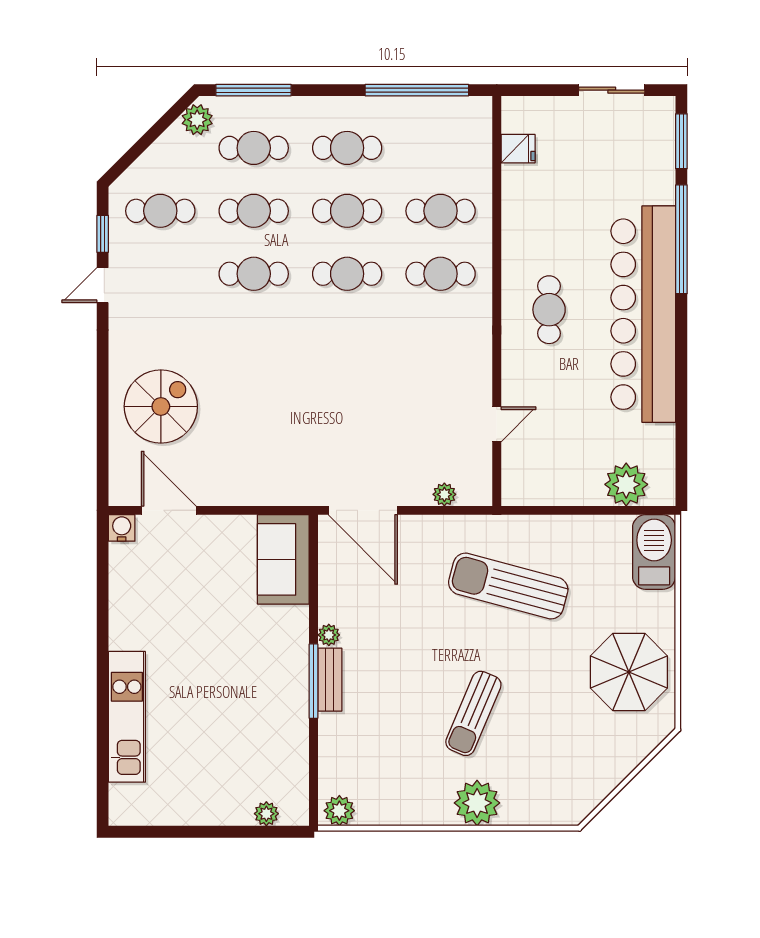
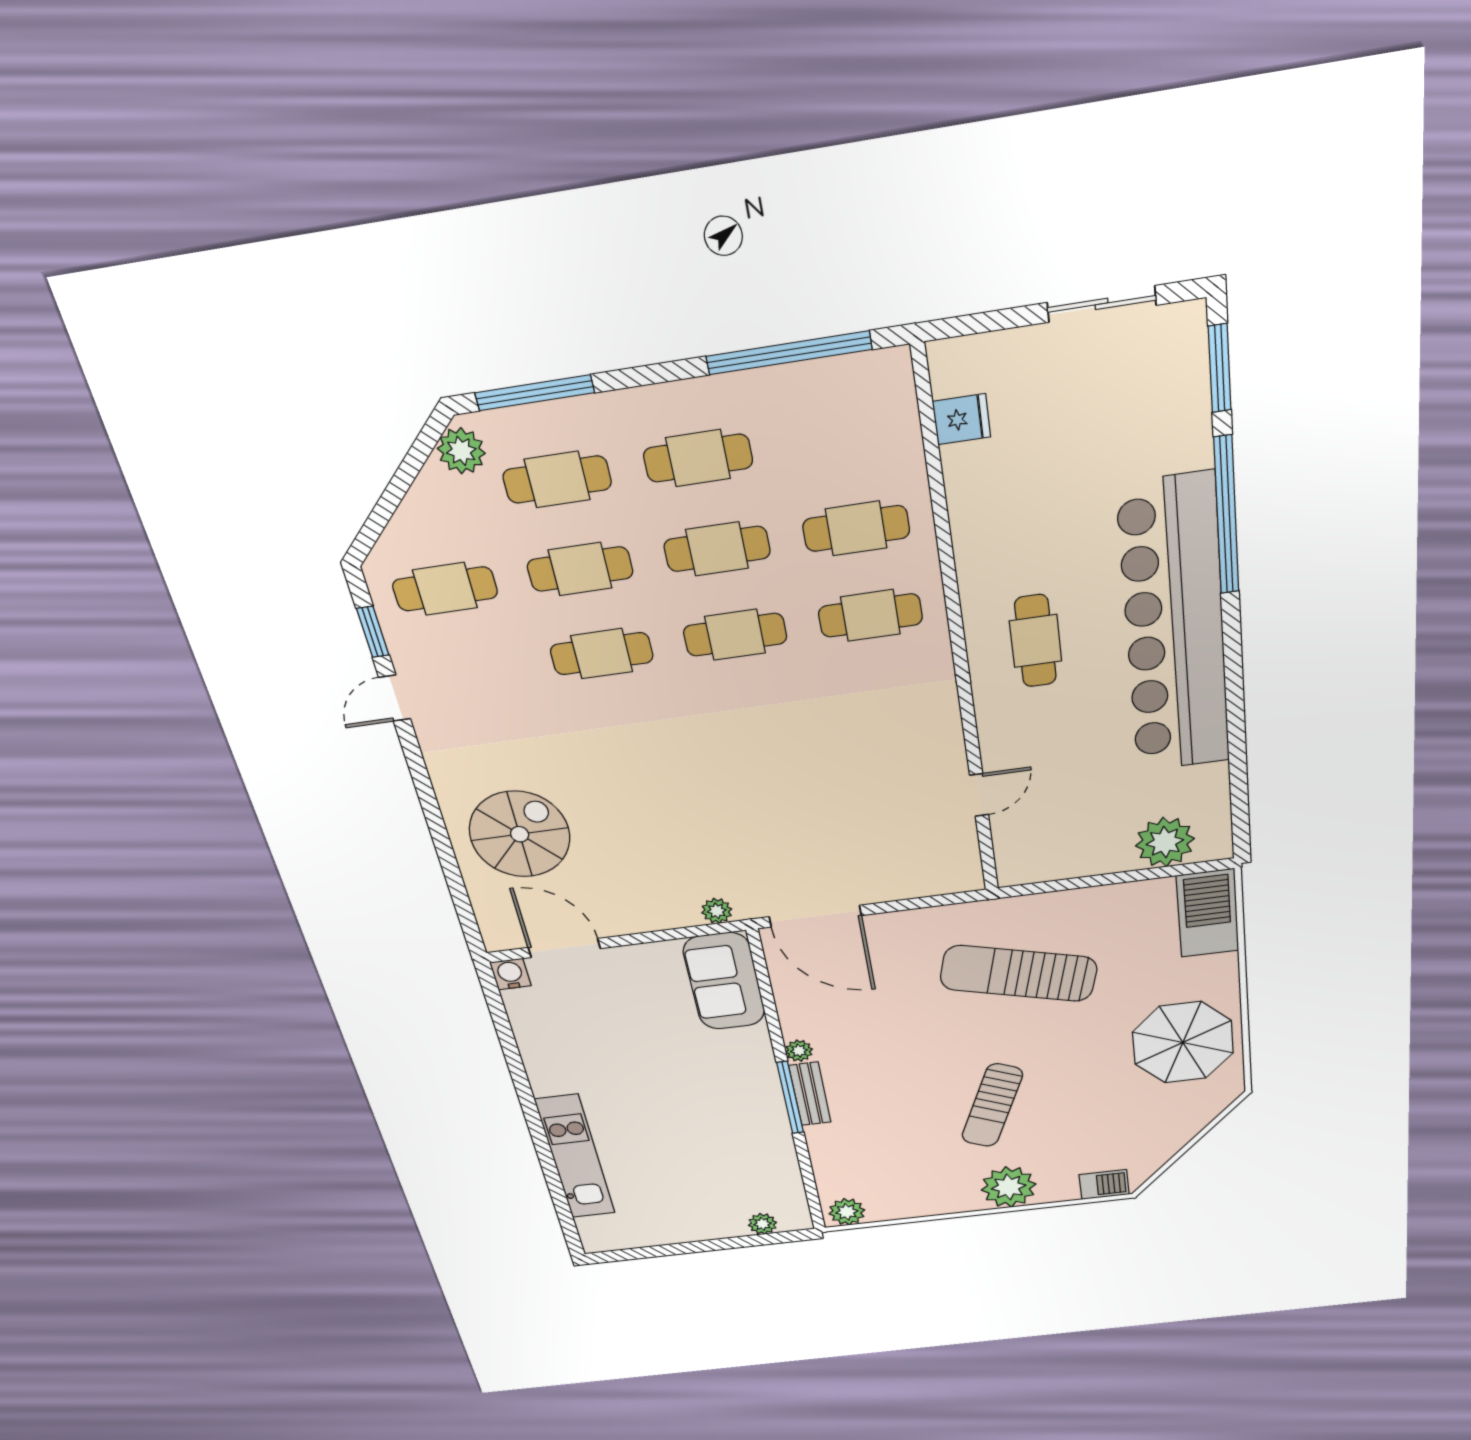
plant: (444, 494) -> (717, 911), moved
barbecue: (556, 812) -> (1104, 1184), added

